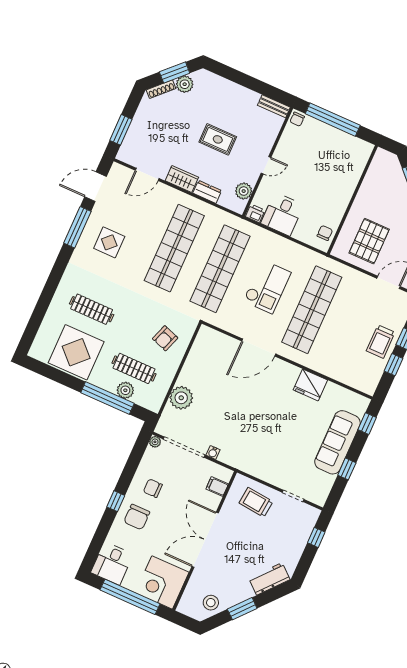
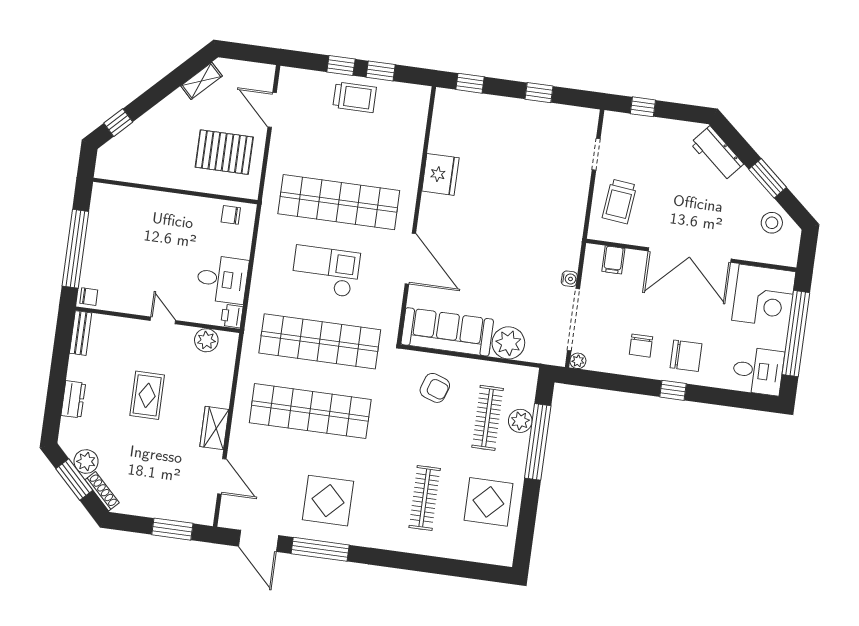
dresser: (207, 192) -> (73, 399), moved, turned 180
display table: (109, 242) -> (328, 501), width x1.36, depth x1.36
display table: (76, 352) -> (488, 502), width x0.73, depth x0.73
sofa: (337, 442) -> (447, 332), moved, turned 180

